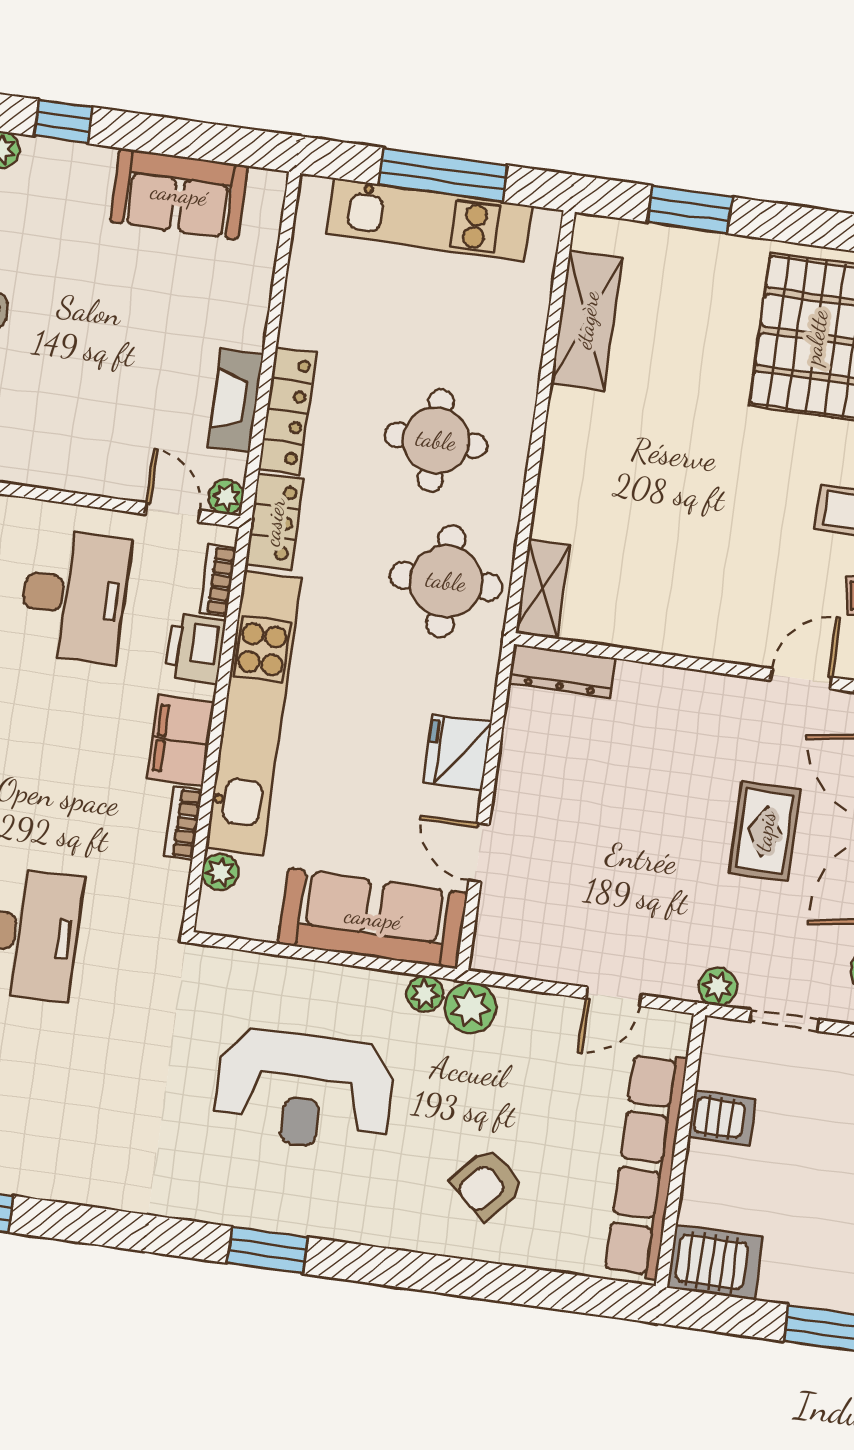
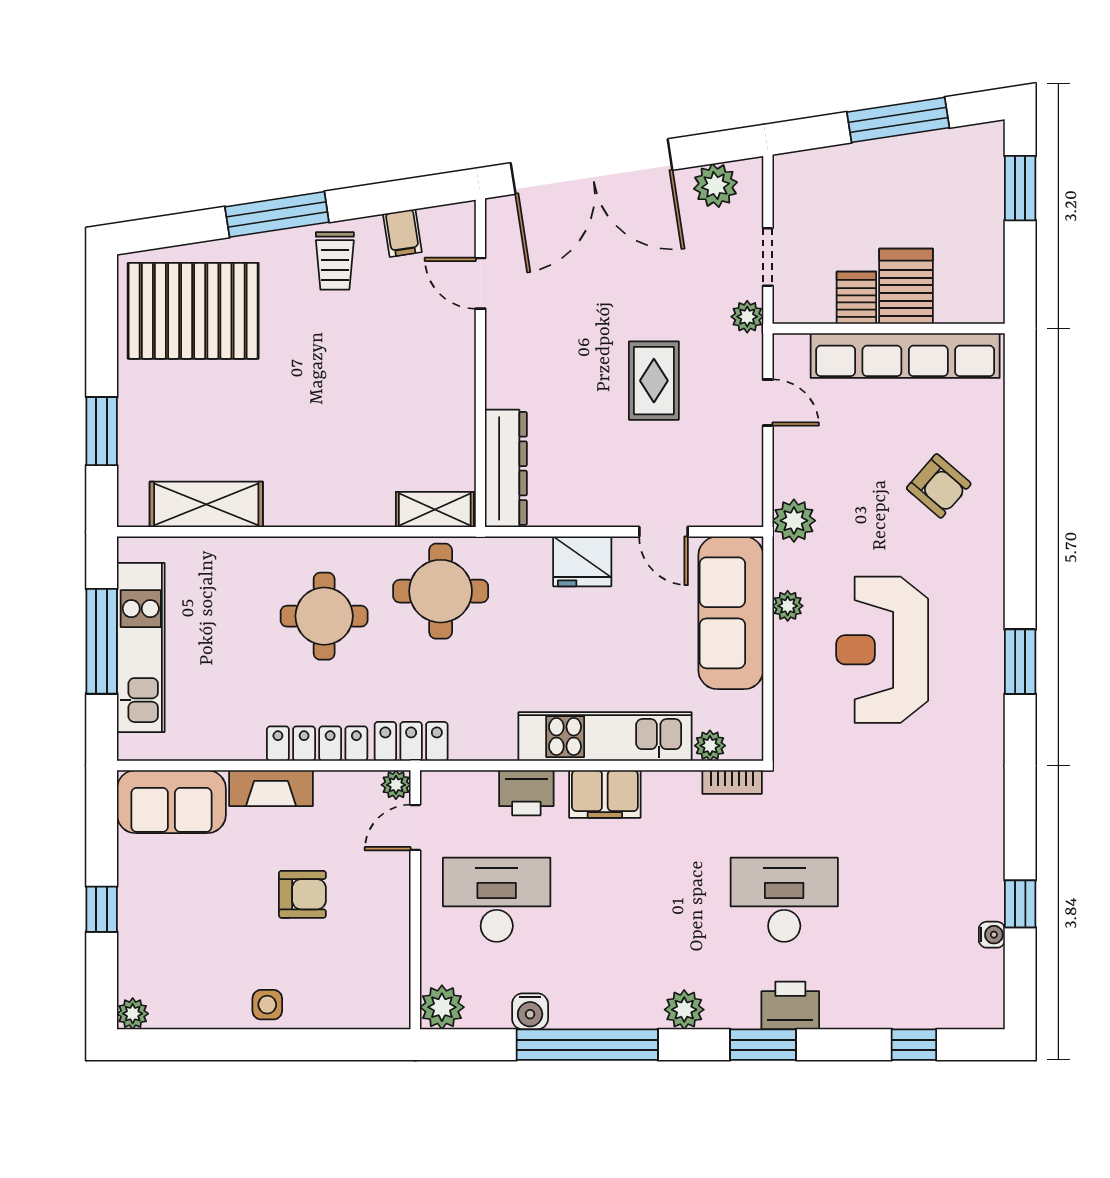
window: (63, 121) -> (102, 909), moved
sofa: (179, 194) -> (171, 802), moved, turned 90
armchair: (113, 369) -> (302, 894), added
fireplace: (236, 401) -> (271, 788), moved
bookcase: (218, 580) -> (467, 782), removed
dresser: (562, 671) -> (506, 468), width x1.37, depth x1.24
kitchen unit: (253, 713) -> (605, 737), width x0.73
bookcase: (183, 823) -> (732, 782), moved
rug: (765, 831) -> (654, 381), moved, turned 90
door: (479, 853) -> (663, 532), hinge flipped
plant: (425, 994) -> (788, 606), moved
reception desk: (304, 1090) -> (882, 650), turned 180
server rack: (715, 1262) -> (906, 286), moved

